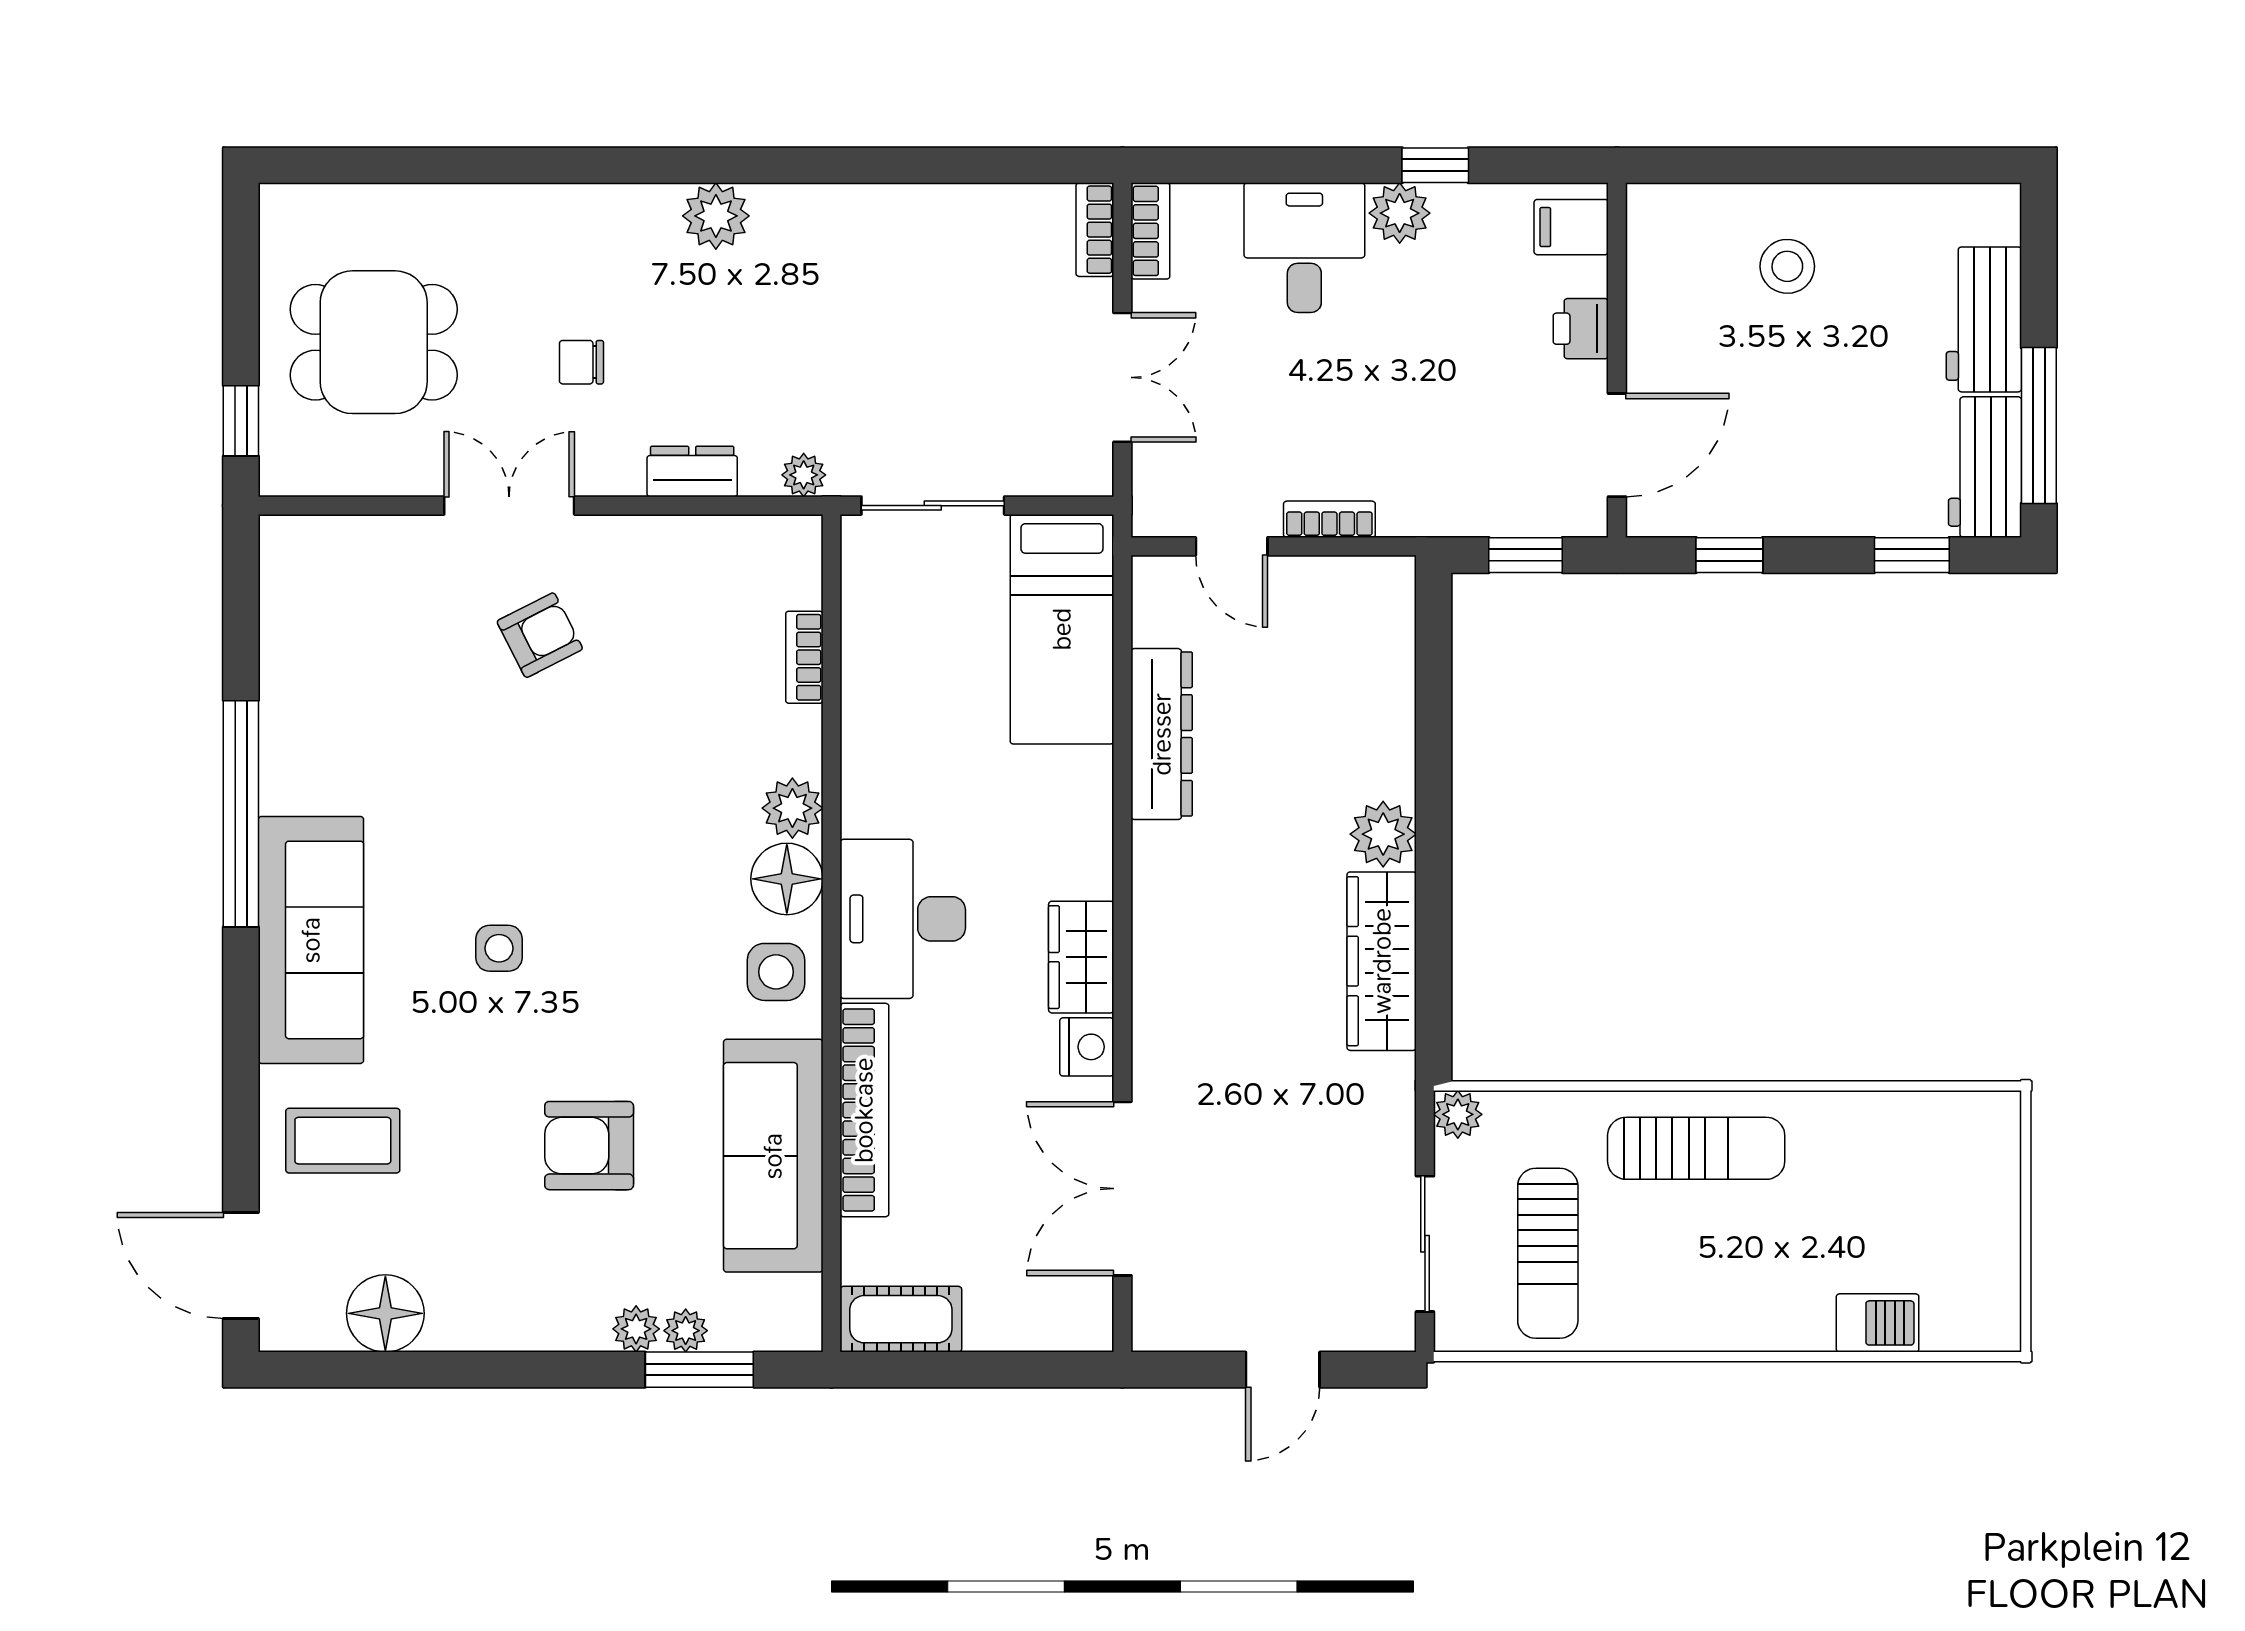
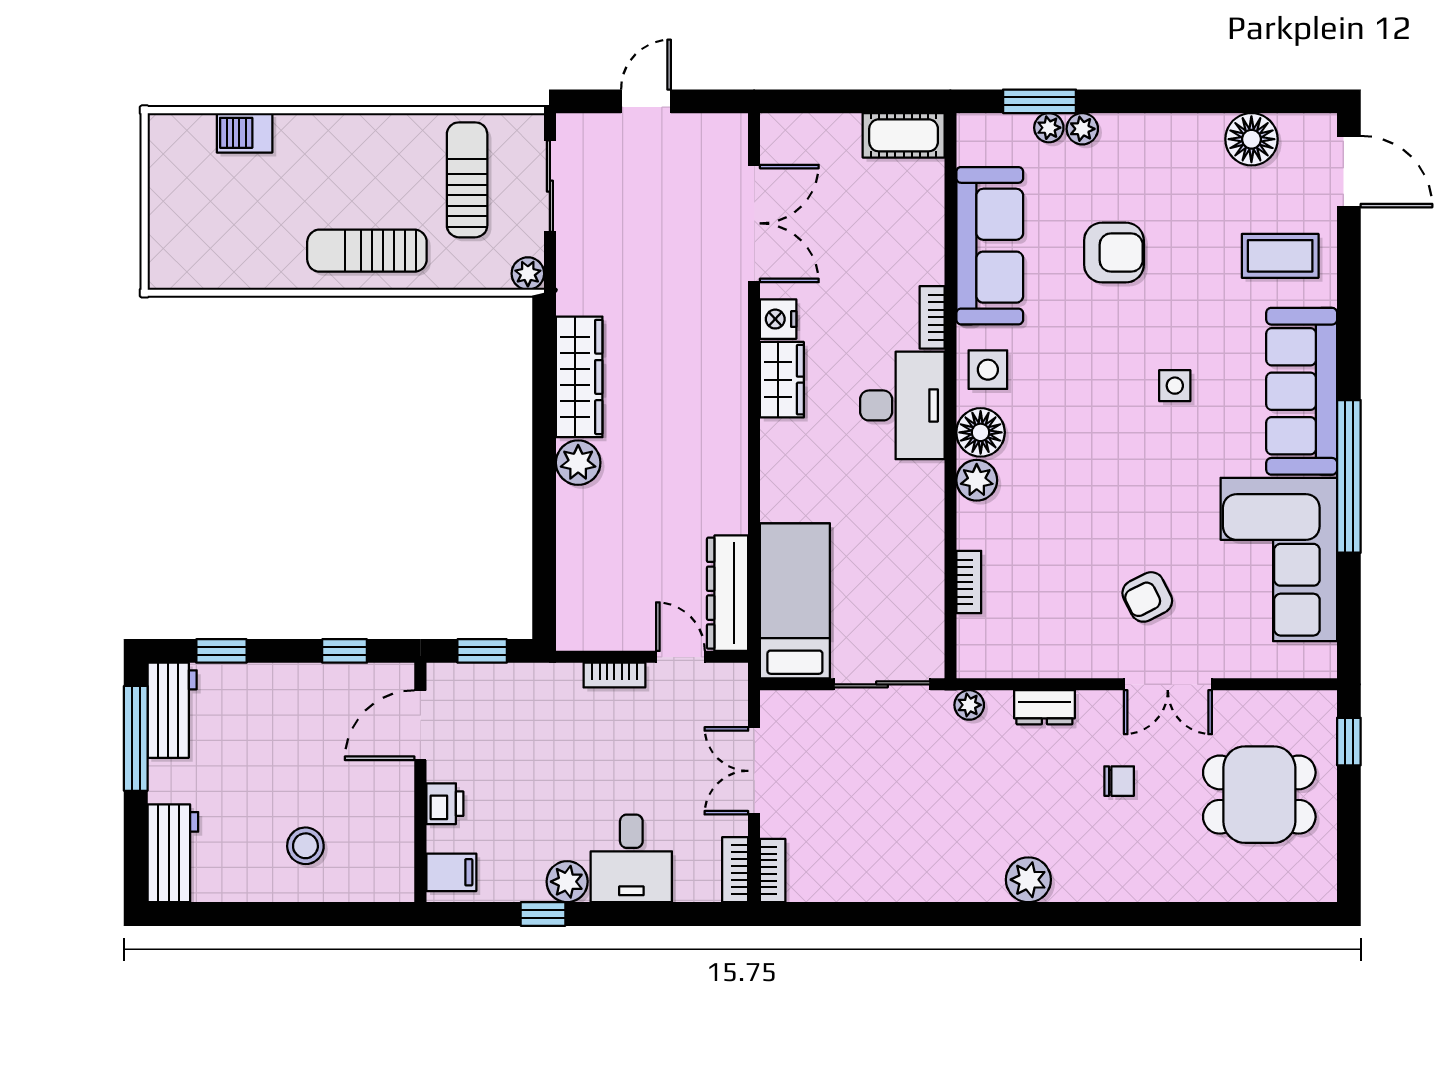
workbench: (1984, 319) -> (173, 853), moved
corner sofa: (345, 691) -> (1279, 559), added
dresser: (1162, 734) -> (728, 593), moved
bookcase: (864, 1110) -> (932, 317), width x0.43, depth x0.76

